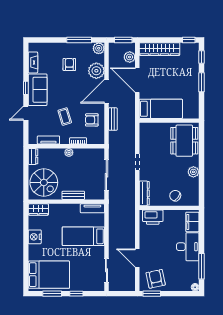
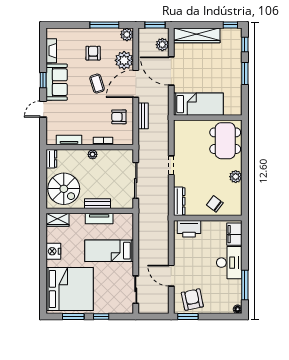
coffee table: (65, 117) -> (97, 84), moved
tv unit: (92, 208) -> (99, 219), moved
bed: (49, 275) -> (70, 289), width x1.36

